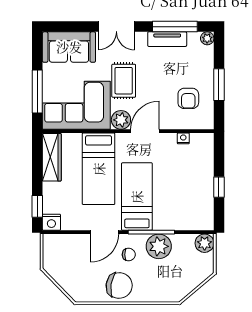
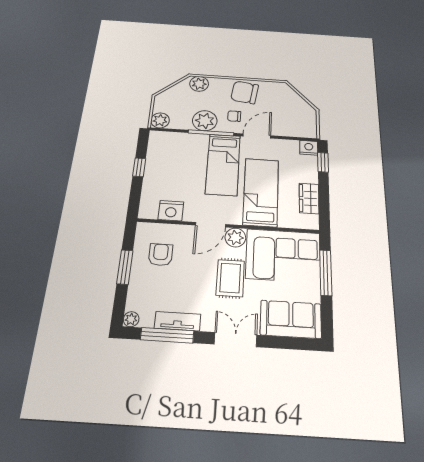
nightstand: (183, 138) -> (171, 211), width x1.89, depth x1.79
wardrobe: (52, 157) -> (309, 198), width x0.67
plant: (168, 293) -> (199, 84), added

